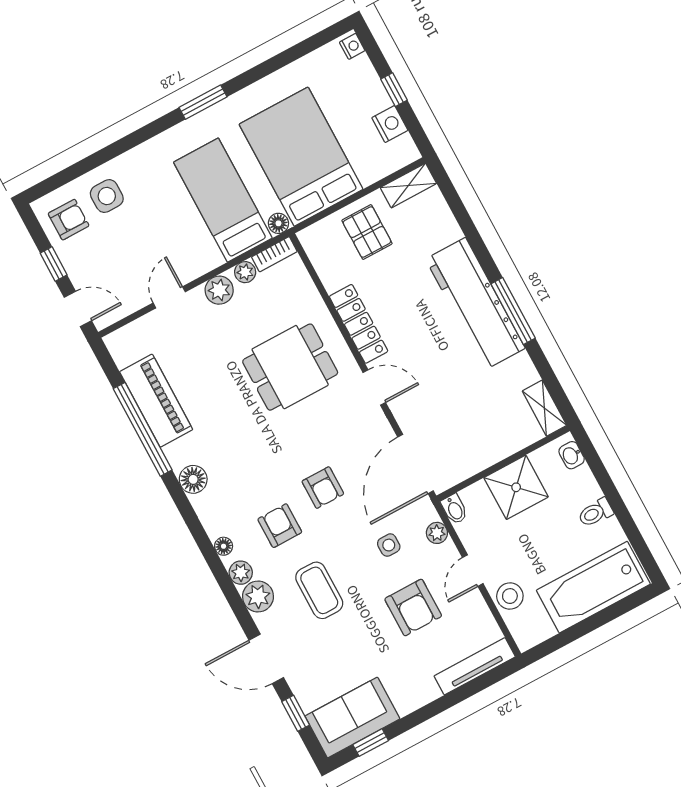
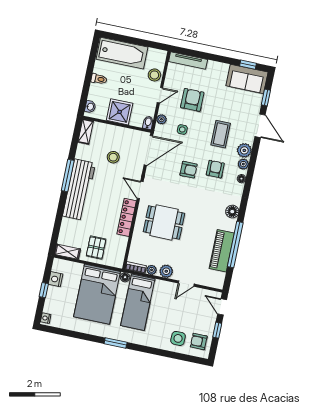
stool: (464, 404) -> (113, 157), added
armchair: (323, 488) -> (189, 170), turned 90
armchair: (280, 526) -> (215, 169), turned 180

